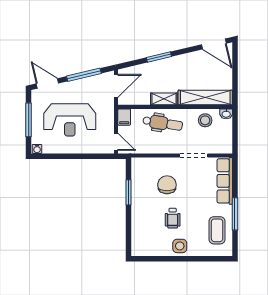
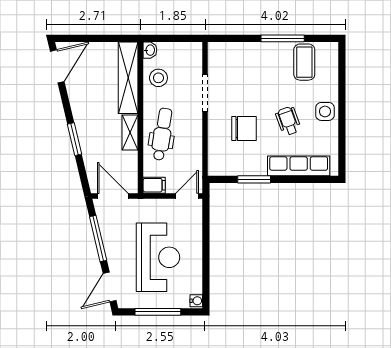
row of seats: (225, 181) -> (299, 166), moved, turned 180
chair: (167, 185) -> (244, 128), turned 180
wheelchair: (173, 218) -> (288, 121), turned -110
coffee table: (217, 230) -> (304, 62), turned 90

